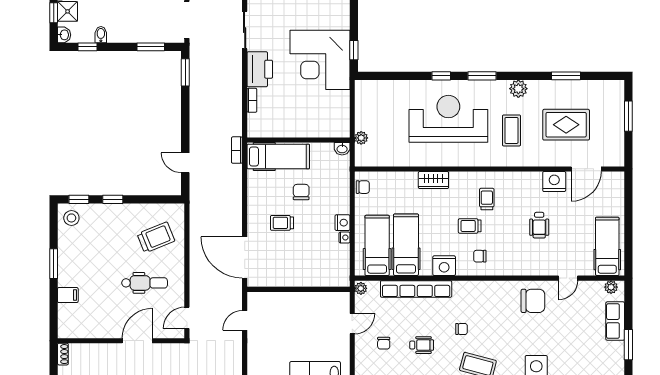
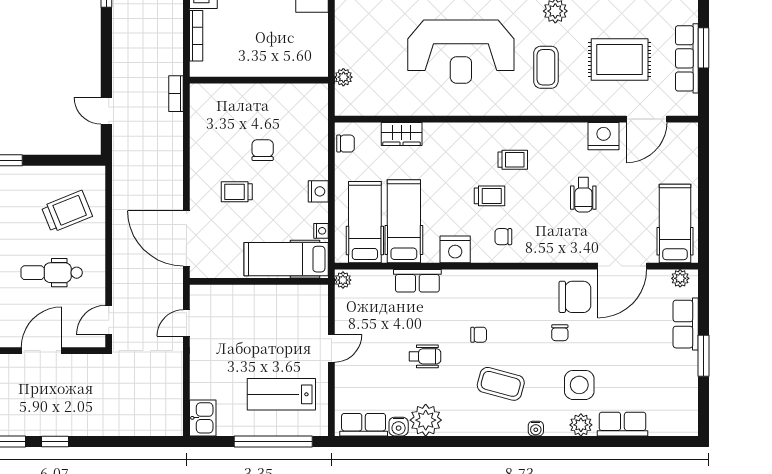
bookcase: (252, 100) -> (196, 36), width x1.56
reception desk: (448, 119) -> (461, 52), turned 180
row of seats: (616, 124) -> (687, 58), added
washbasin: (342, 149) -> (318, 92), removed
hospital bed: (278, 156) -> (286, 259), moved, turned 180
wardrobe: (433, 180) -> (402, 134), moved
trolley: (487, 199) -> (513, 160), turned 90
trolley: (470, 226) -> (490, 196), turned 180
nightstand: (345, 237) -> (321, 231), moved
door: (568, 278) -> (622, 266), width x1.88
dental chair: (145, 283) -> (52, 273), turned 180
row of seats: (416, 289) -> (417, 281), width x0.50
door: (352, 324) -> (331, 348), moved
chair: (384, 343) -> (560, 333), moved

